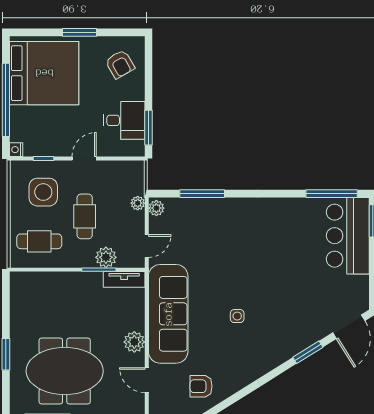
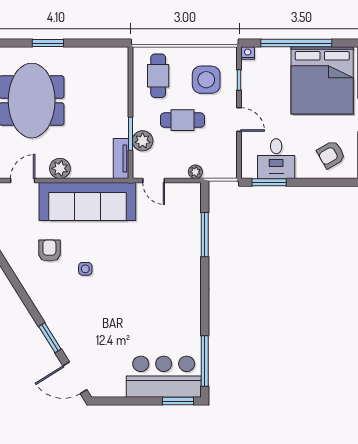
plant: (156, 208) -> (191, 190), removed
armchair: (201, 386) -> (49, 251), moved

